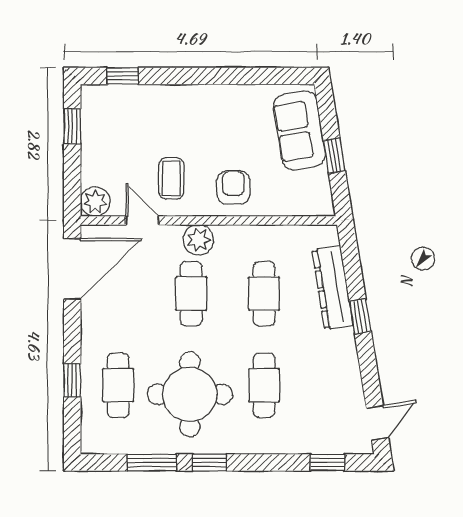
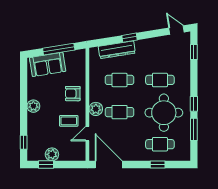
plant: (205, 98) -> (33, 106), added
window: (334, 156) -> (59, 49), width x2.17
plant: (95, 202) -> (52, 154), moved

